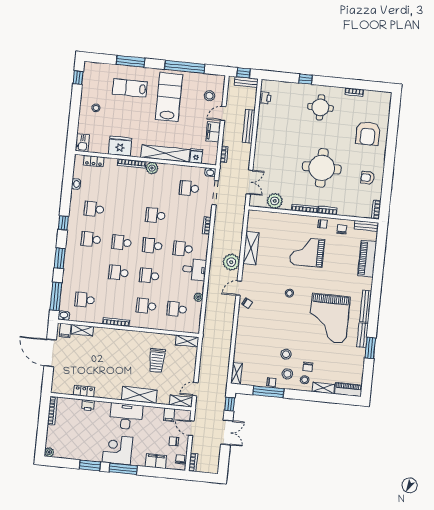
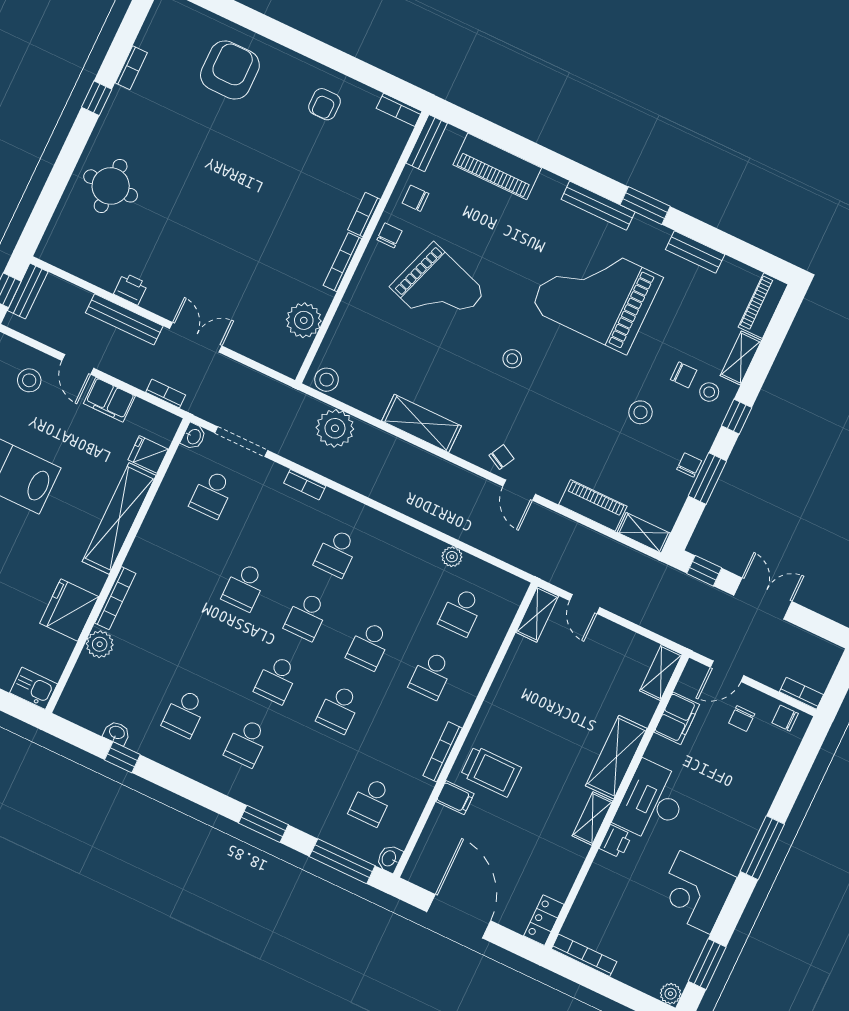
window: (306, 79) -> (97, 98), moved
printer: (265, 98) -> (131, 289), moved
round table: (320, 107) -> (111, 186), moved
armchair: (368, 133) -> (230, 70), turned -90
locker: (94, 161) -> (81, 678), removed
plant: (152, 168) -> (100, 644), moved
round table: (322, 168) -> (269, 195), removed
double door: (249, 182) -> (196, 337), moved
window: (63, 223) -> (122, 757), moved
shelving: (251, 248) -> (421, 423), moved
grand piano: (307, 252) -> (438, 290), turned -71
plant: (231, 262) -> (335, 428), moved
desk: (194, 270) -> (390, 544), removed
door: (239, 288) -> (519, 490), moved
grand piano: (329, 318) -> (596, 293), turned 180
filing cabinet: (65, 330) -> (455, 798), moved
shelving: (82, 330) -> (592, 818), moved
bench: (362, 335) -> (695, 252), moved
piano: (240, 348) -> (593, 505), added
window: (370, 348) -> (645, 206), moved
door: (50, 353) -> (459, 916), swing flipped
trolley: (157, 360) -> (491, 771), moved
stool: (287, 374) -> (327, 380), moved
door: (195, 389) -> (585, 604), moved
locker: (84, 391) -> (544, 920), moved
window: (268, 392) -> (707, 479), width x0.69
window: (298, 395) -> (737, 417), added
printer: (88, 405) -> (616, 841), moved
filing cabinet: (169, 415) -> (677, 718), width x2.00
corner desk: (118, 450) -> (695, 892), moved
filing cabinet: (156, 461) -> (770, 772), removed
window: (90, 465) -> (707, 964), moved

